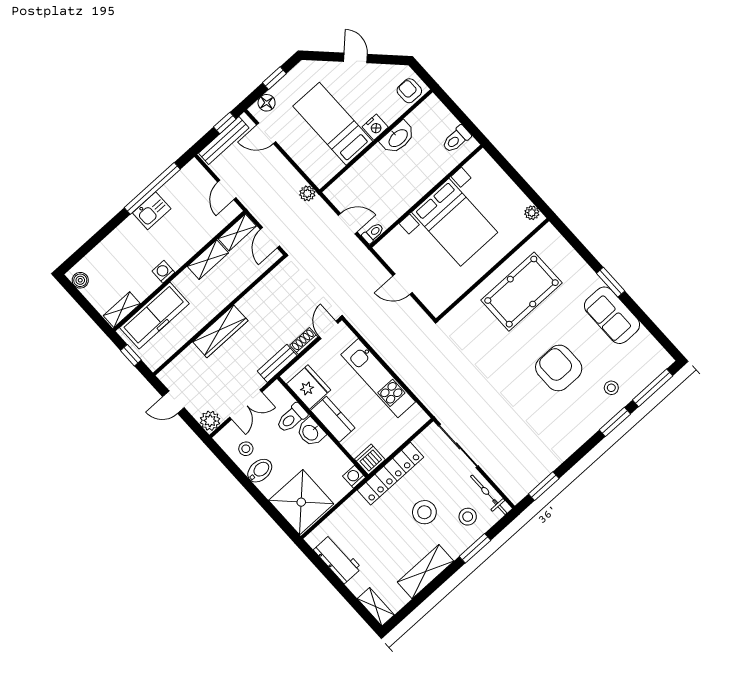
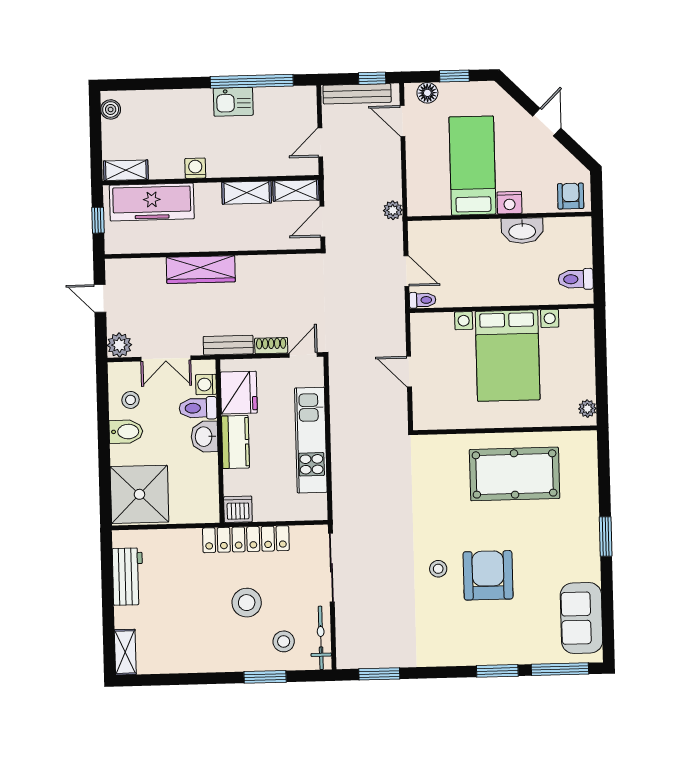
sofa: (612, 315) -> (581, 618), moved
stool: (611, 388) -> (438, 569), moved
washing machine: (354, 477) -> (206, 385), moved, turned -90
shelving: (425, 572) -> (200, 659), removed

